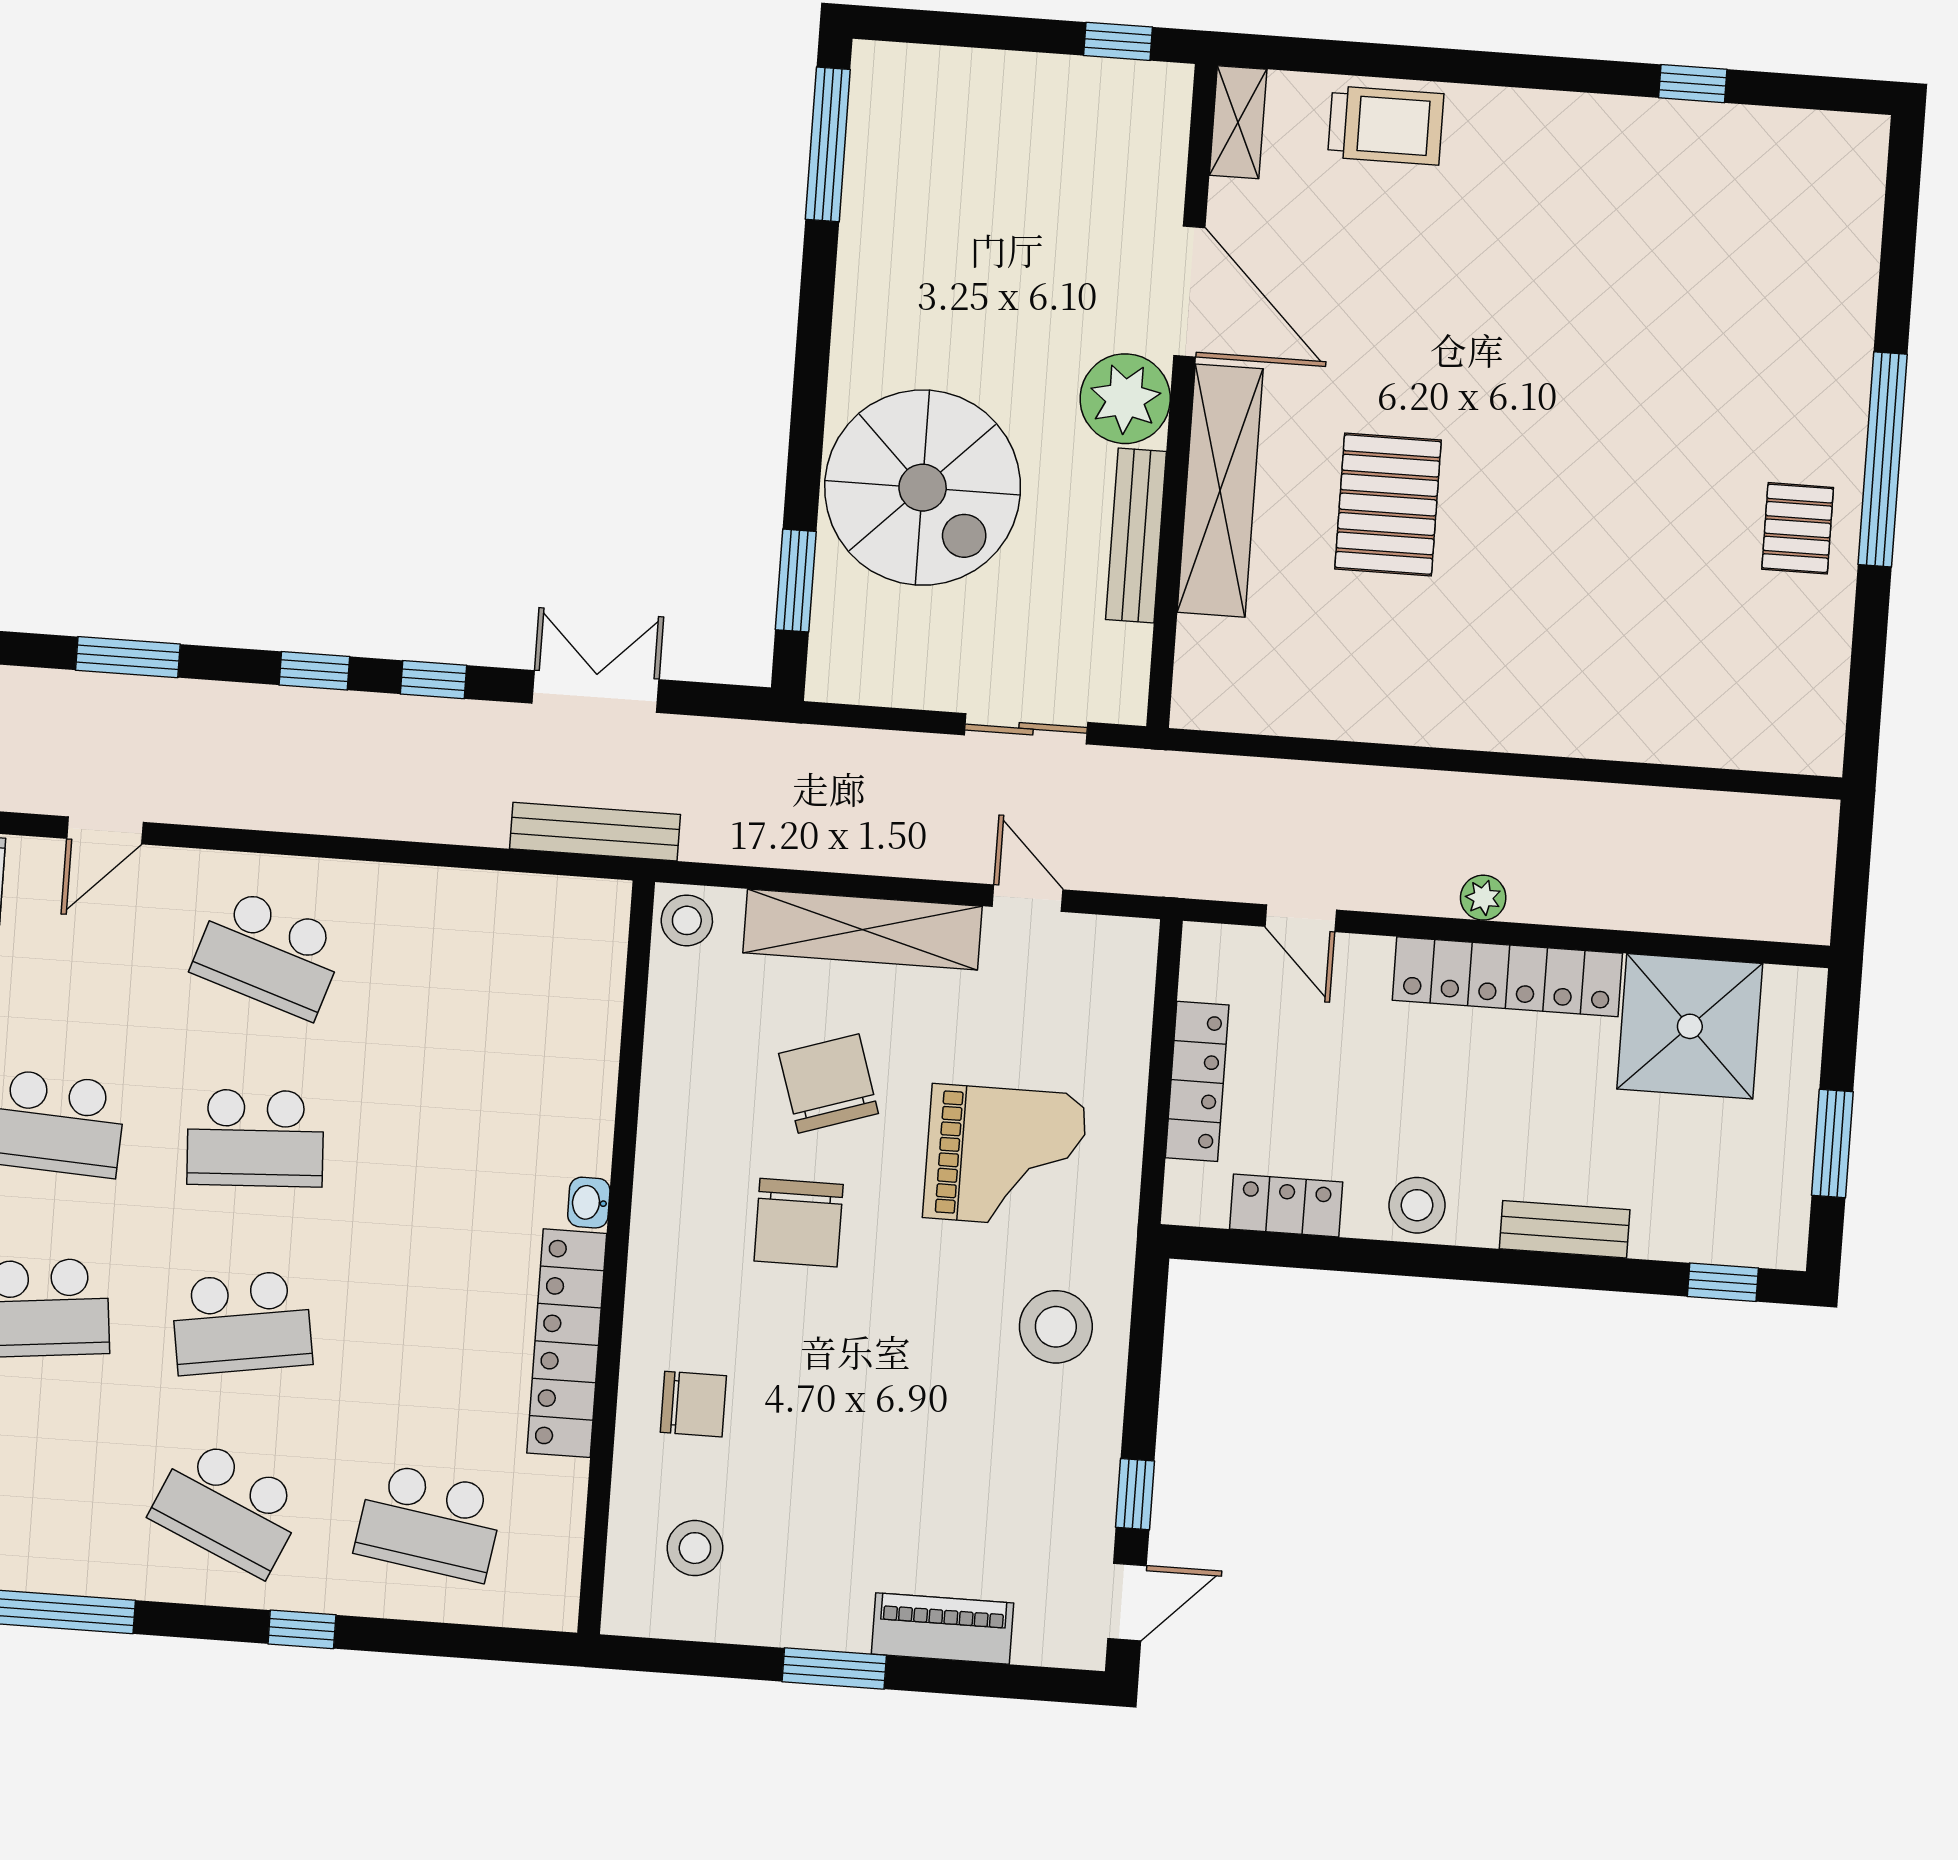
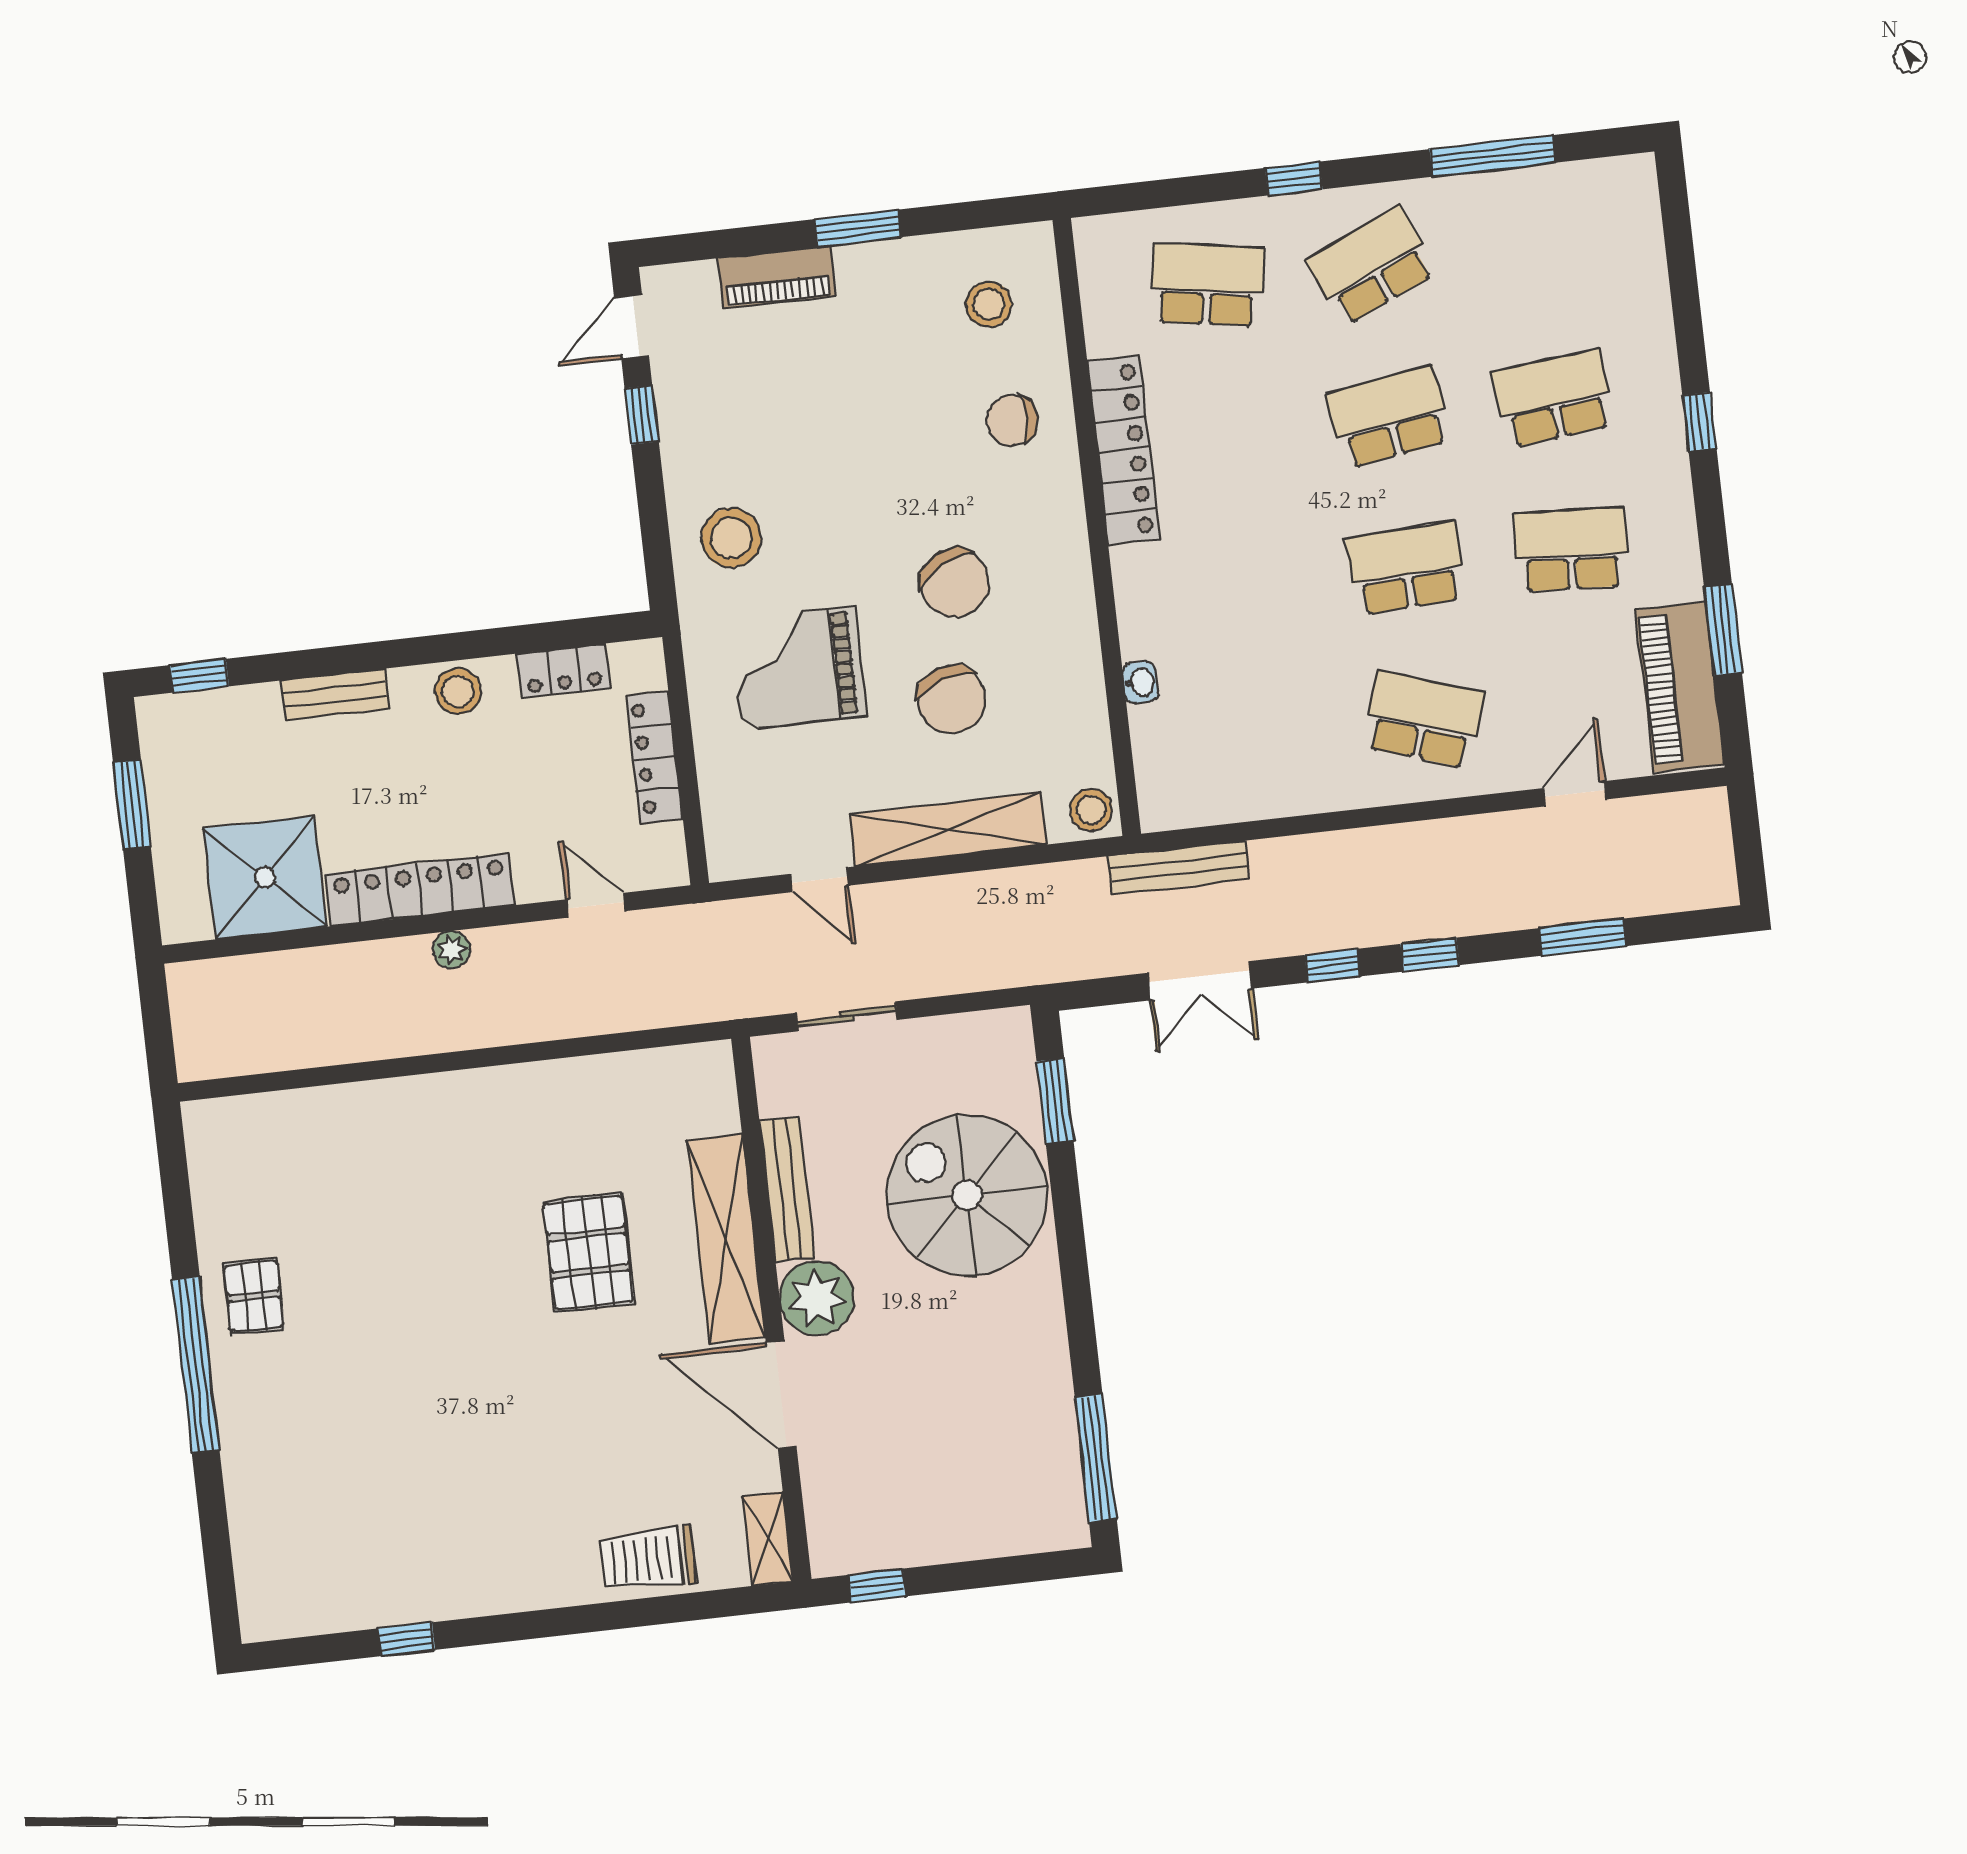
washbasin: (589, 1203) -> (1140, 682), moved
chair: (799, 1223) -> (955, 583), turned 151
school desk: (228, 1507) -> (1372, 266), turned -48

